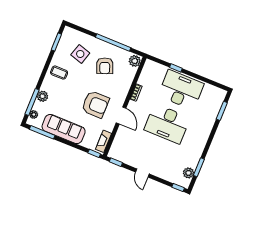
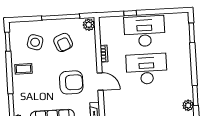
plant: (42, 96) -> (19, 98), removed
desk: (167, 124) -> (147, 69), turned 180

